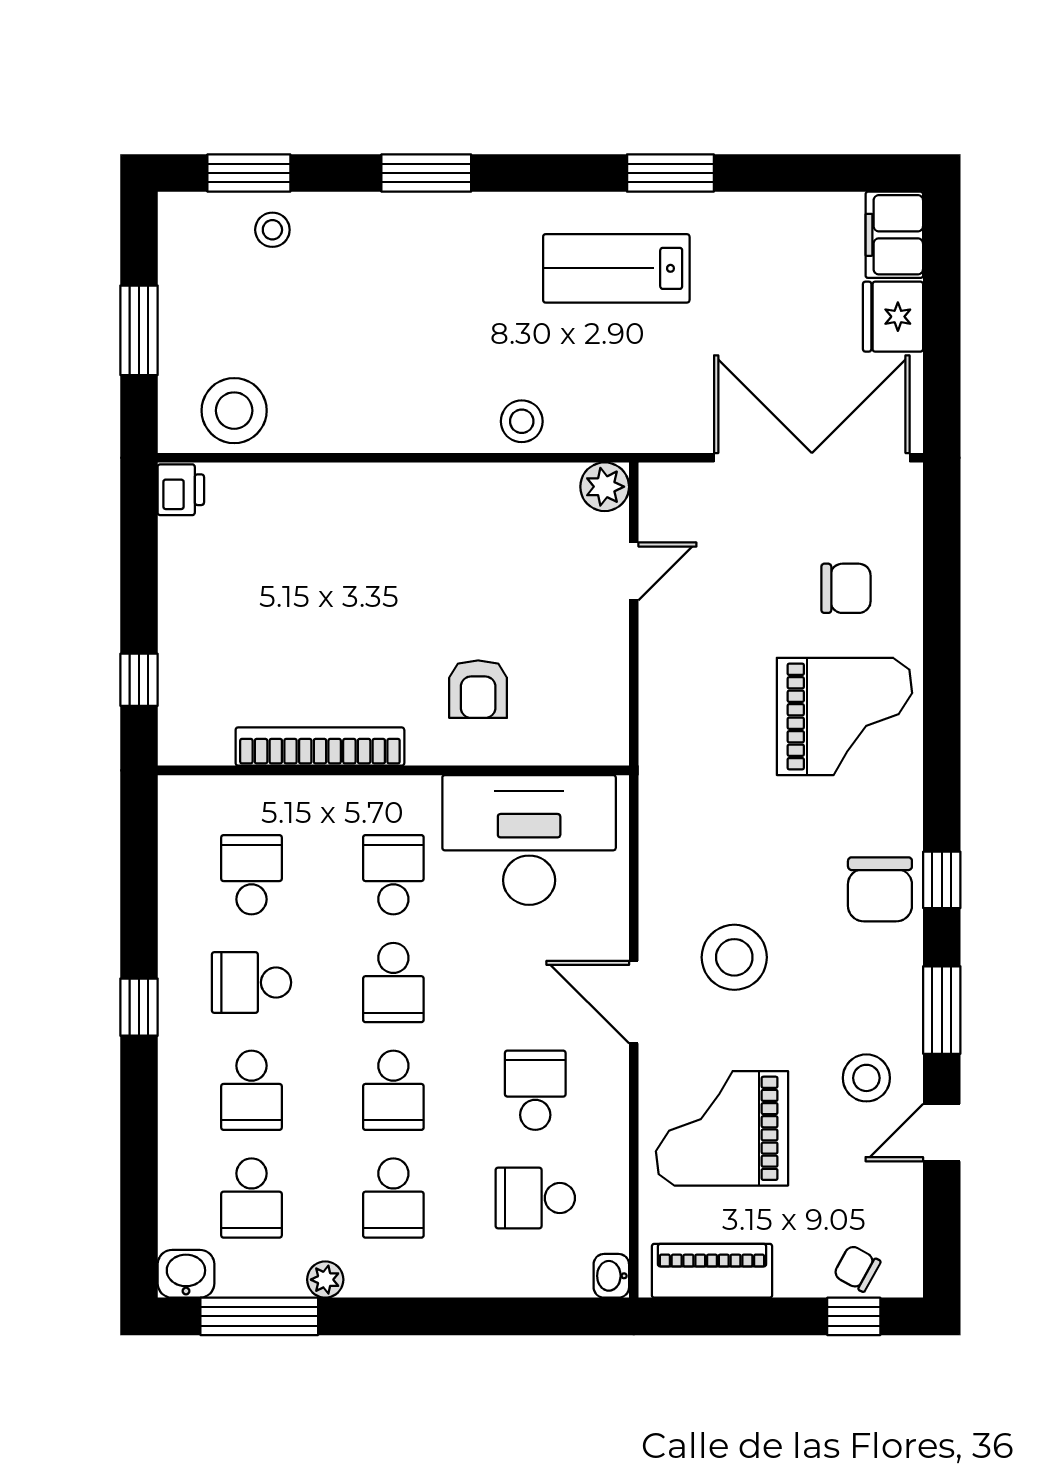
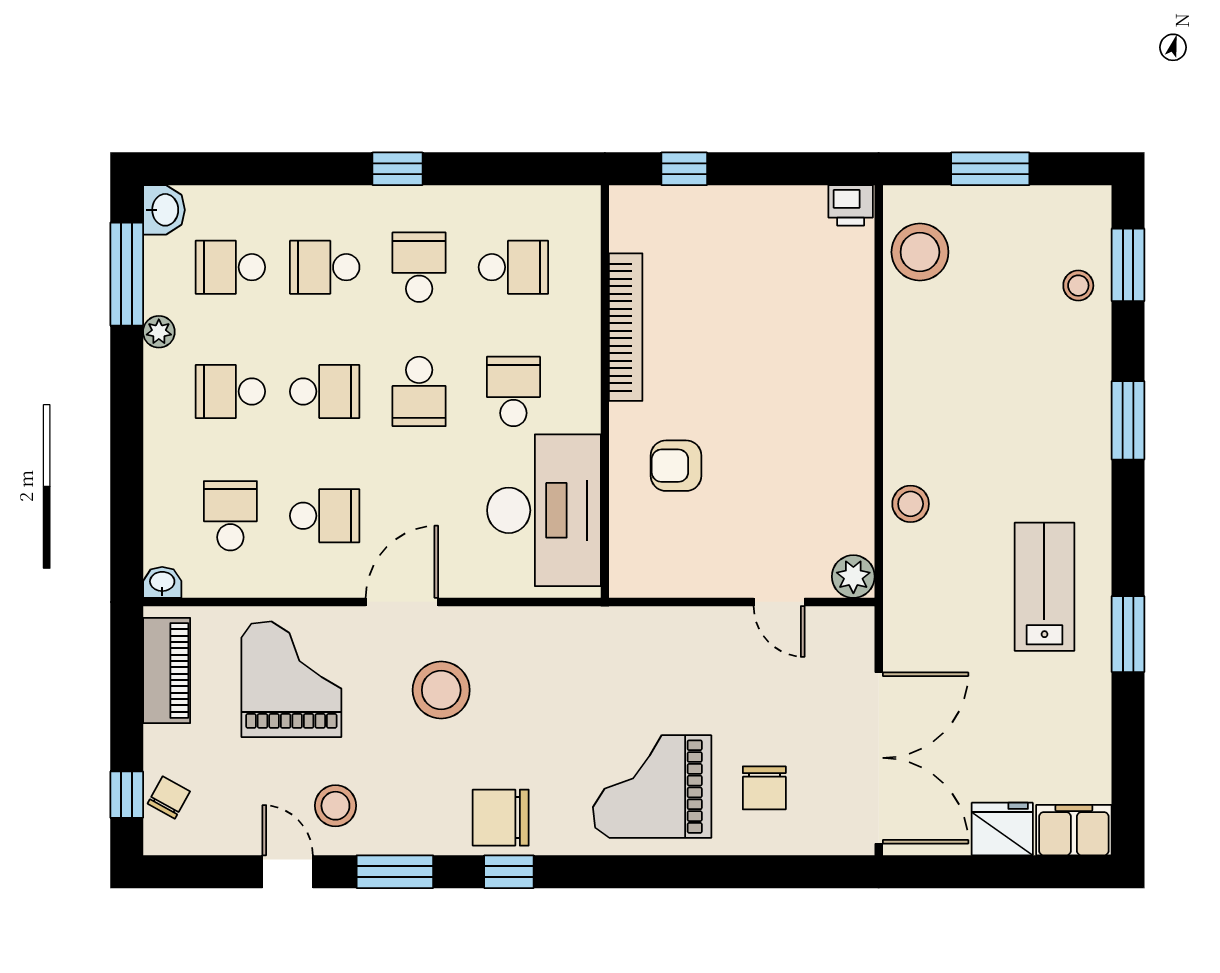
grand piano: (844, 716) -> (652, 787), turned 90
school desk: (393, 875) -> (513, 391), turned -90
school desk: (393, 982) -> (419, 391), turned -90
school desk: (393, 1090) -> (325, 391), turned 180

